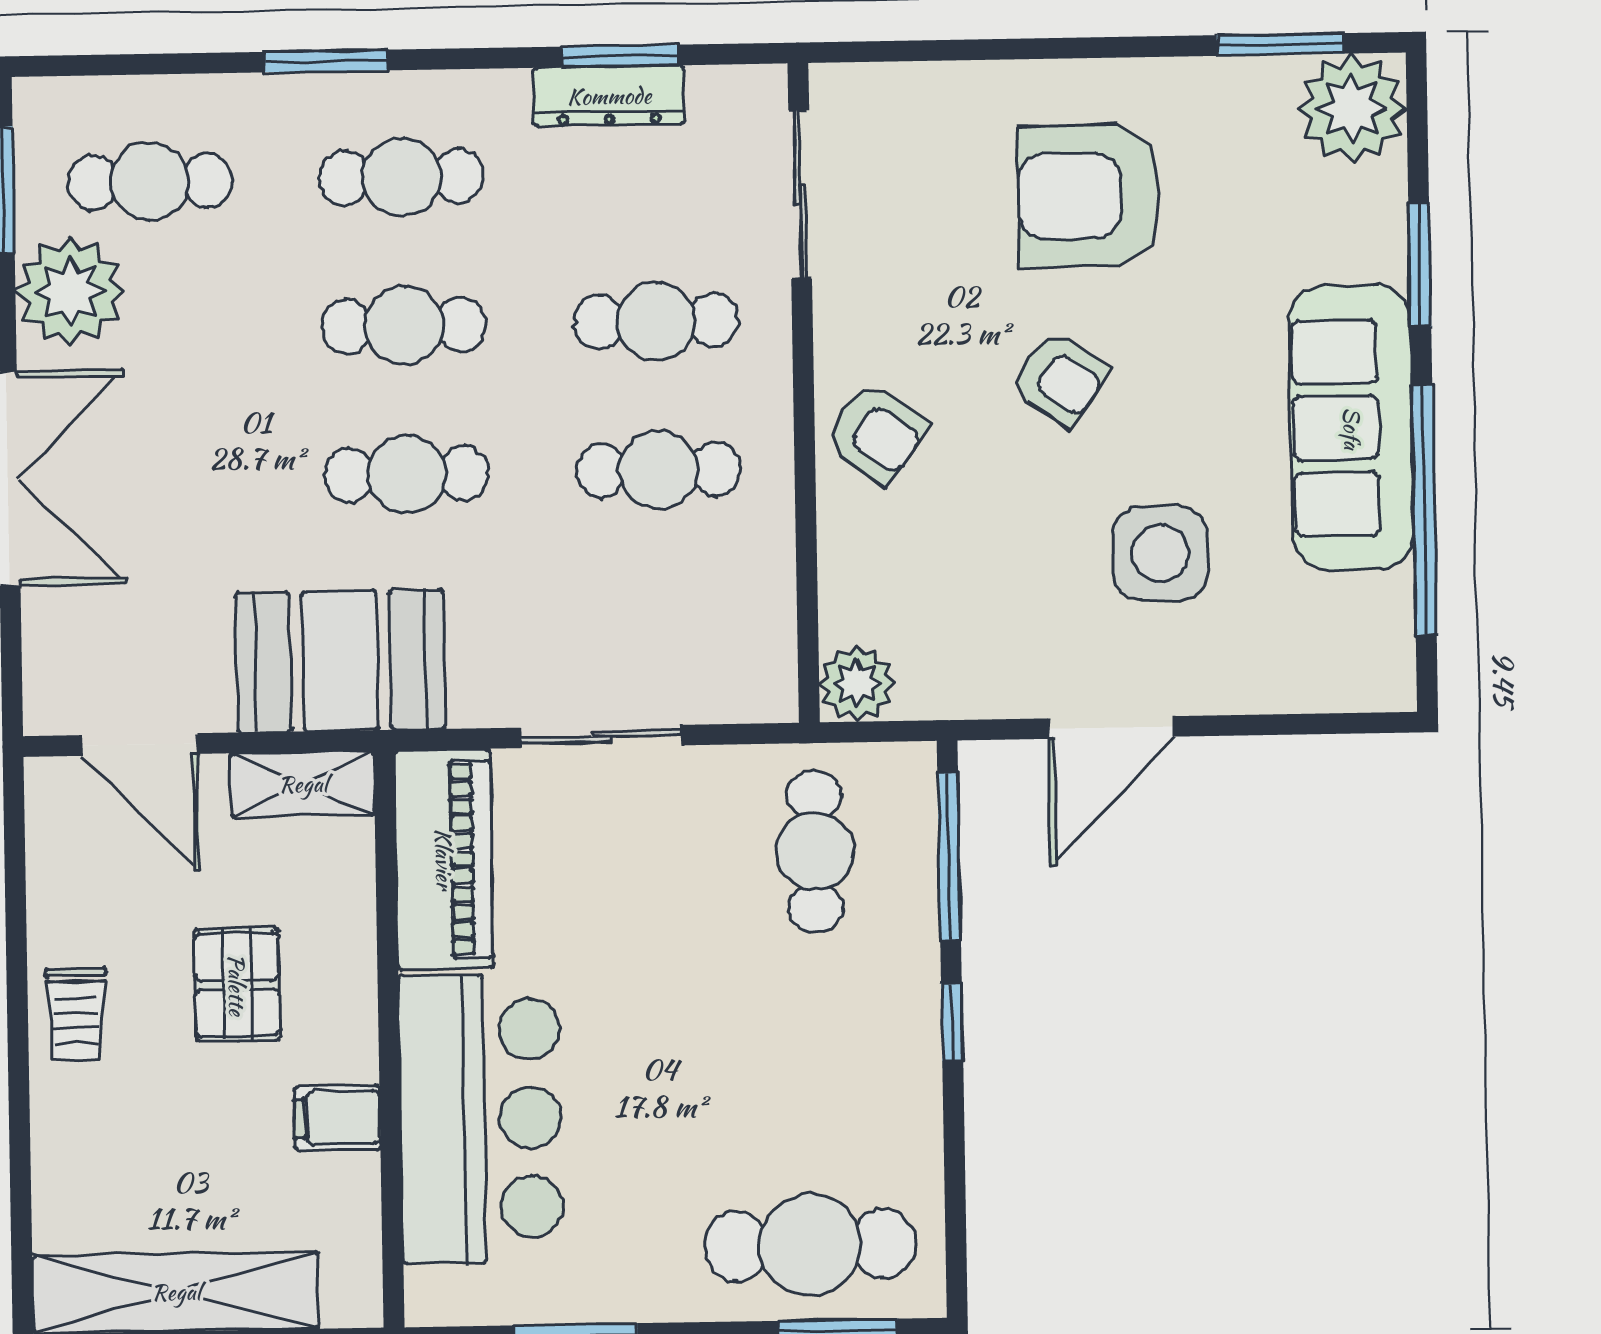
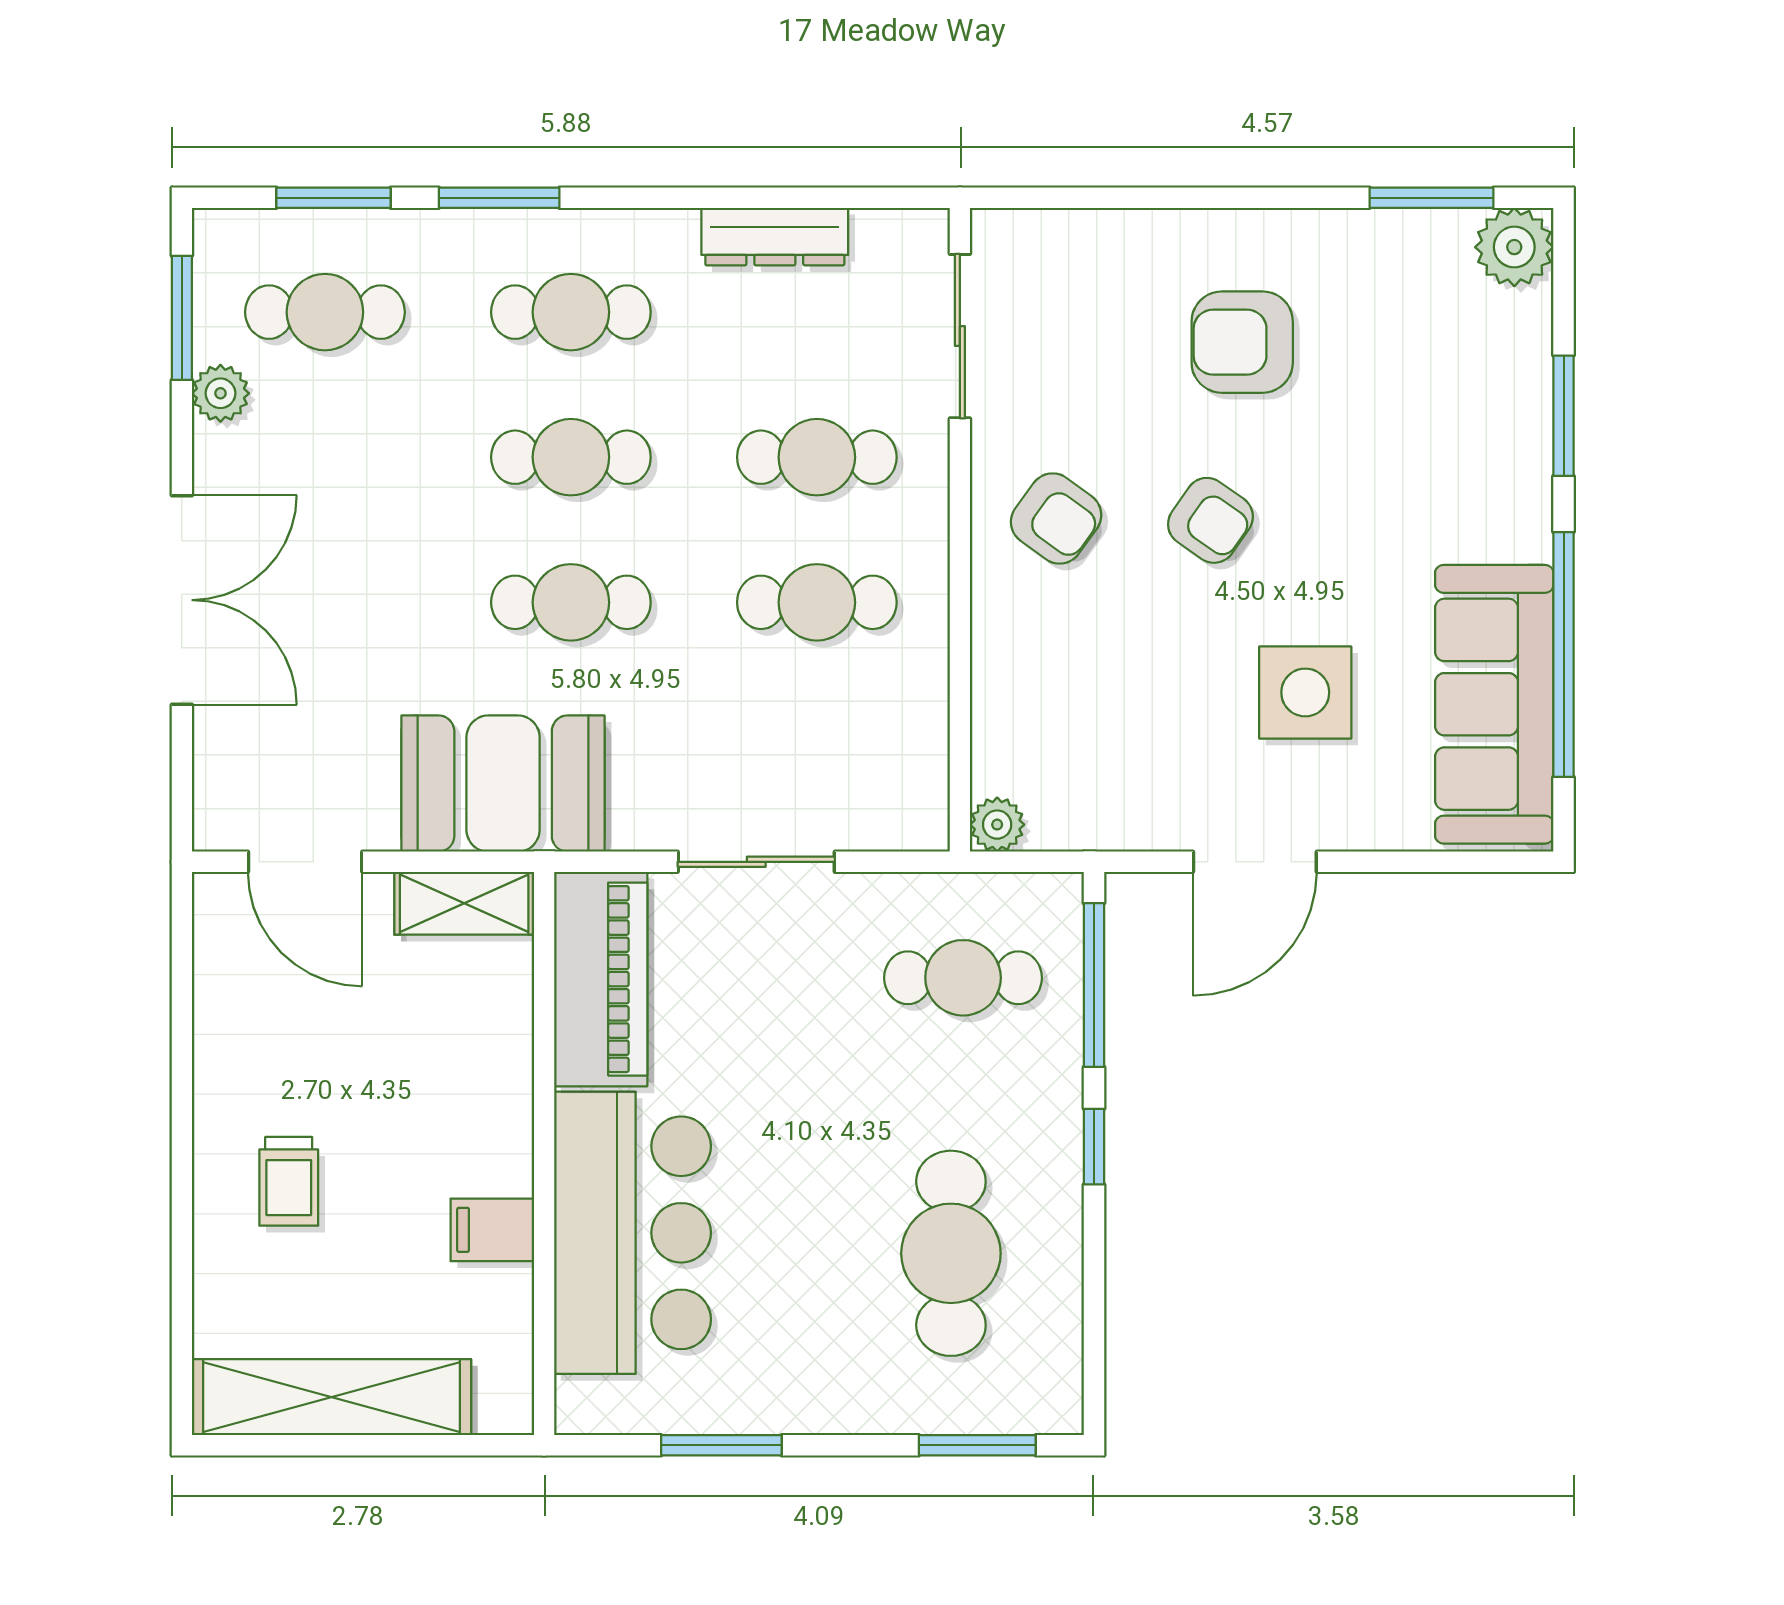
window: (620, 56) -> (333, 198), moved
plant: (1352, 108) -> (1514, 247), width x0.73, depth x0.73
armchair: (1089, 196) -> (1242, 342), width x0.73, depth x0.73
plant: (70, 291) -> (220, 393), width x0.53, depth x0.53
sofa: (1352, 428) -> (1494, 704), moved
armchair: (876, 433) -> (1056, 519), moved
plant: (857, 683) -> (997, 825), width x0.73, depth x0.73
cafe table: (815, 852) -> (963, 978), turned 90
pallet: (237, 985) -> (397, 1098), removed
trolley: (76, 1014) -> (289, 1181), moved
cafe table: (810, 1245) -> (951, 1253), moved, turned 90

